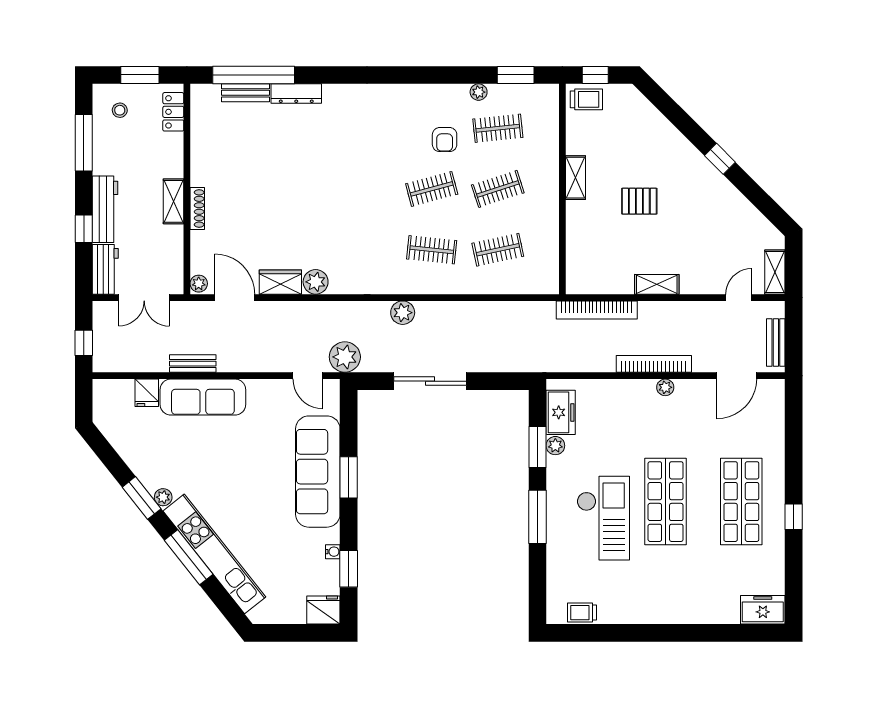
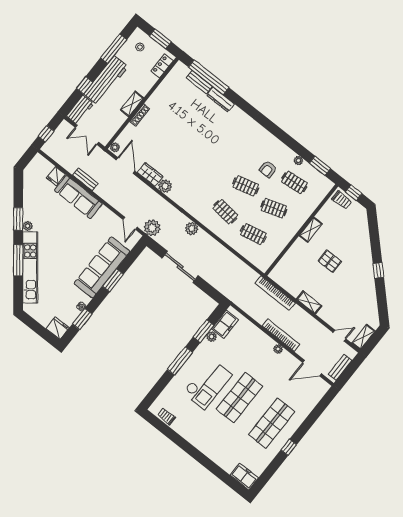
workbench: (105, 209) -> (106, 80), width x1.36, depth x1.32

